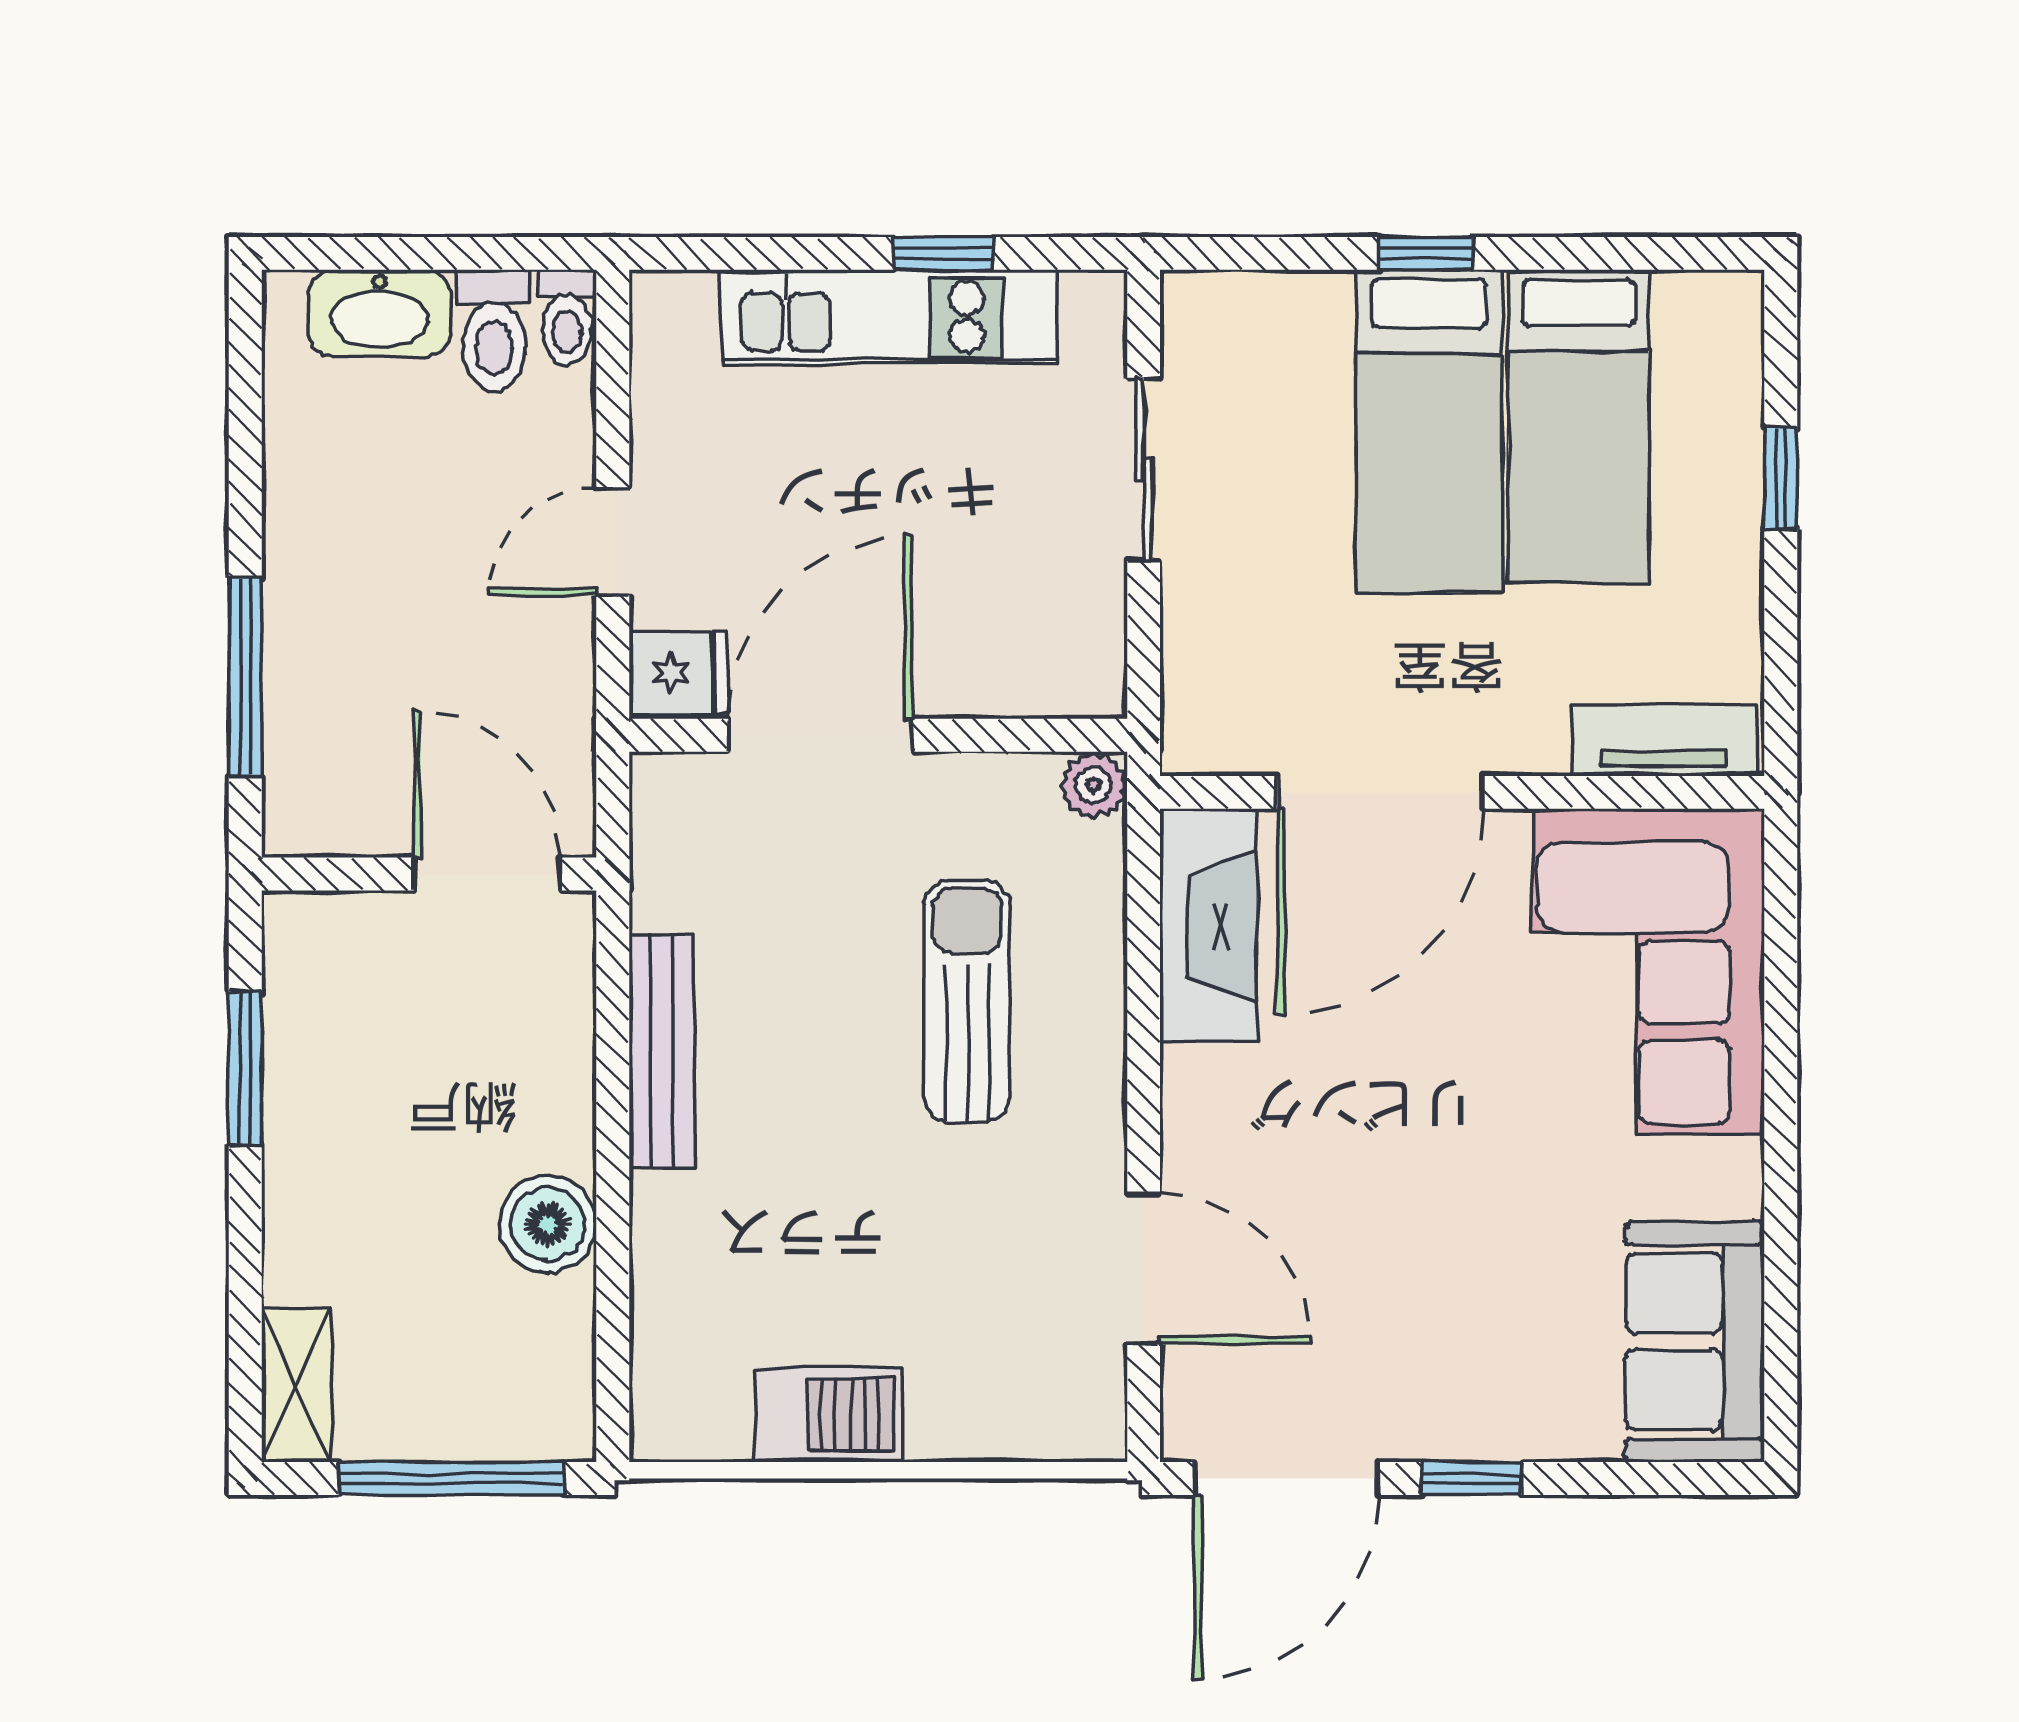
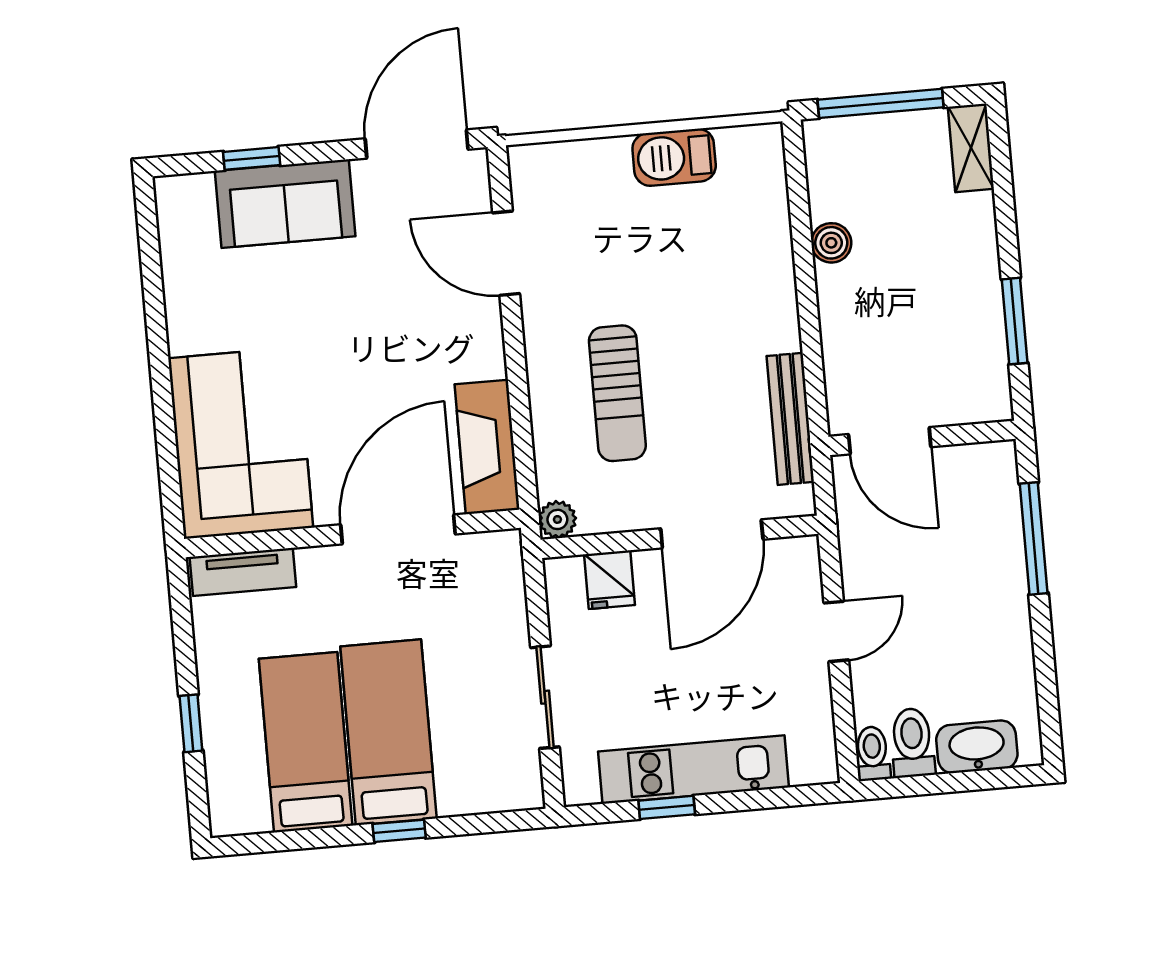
fridge: (679, 673) -> (609, 580), moved, turned -90
bench: (662, 1051) -> (790, 419), moved
boiler: (548, 1224) -> (831, 243), width x0.73, depth x0.73
sofa: (1695, 1342) -> (285, 204), moved, turned 90
window: (1472, 1478) -> (252, 158), moved

